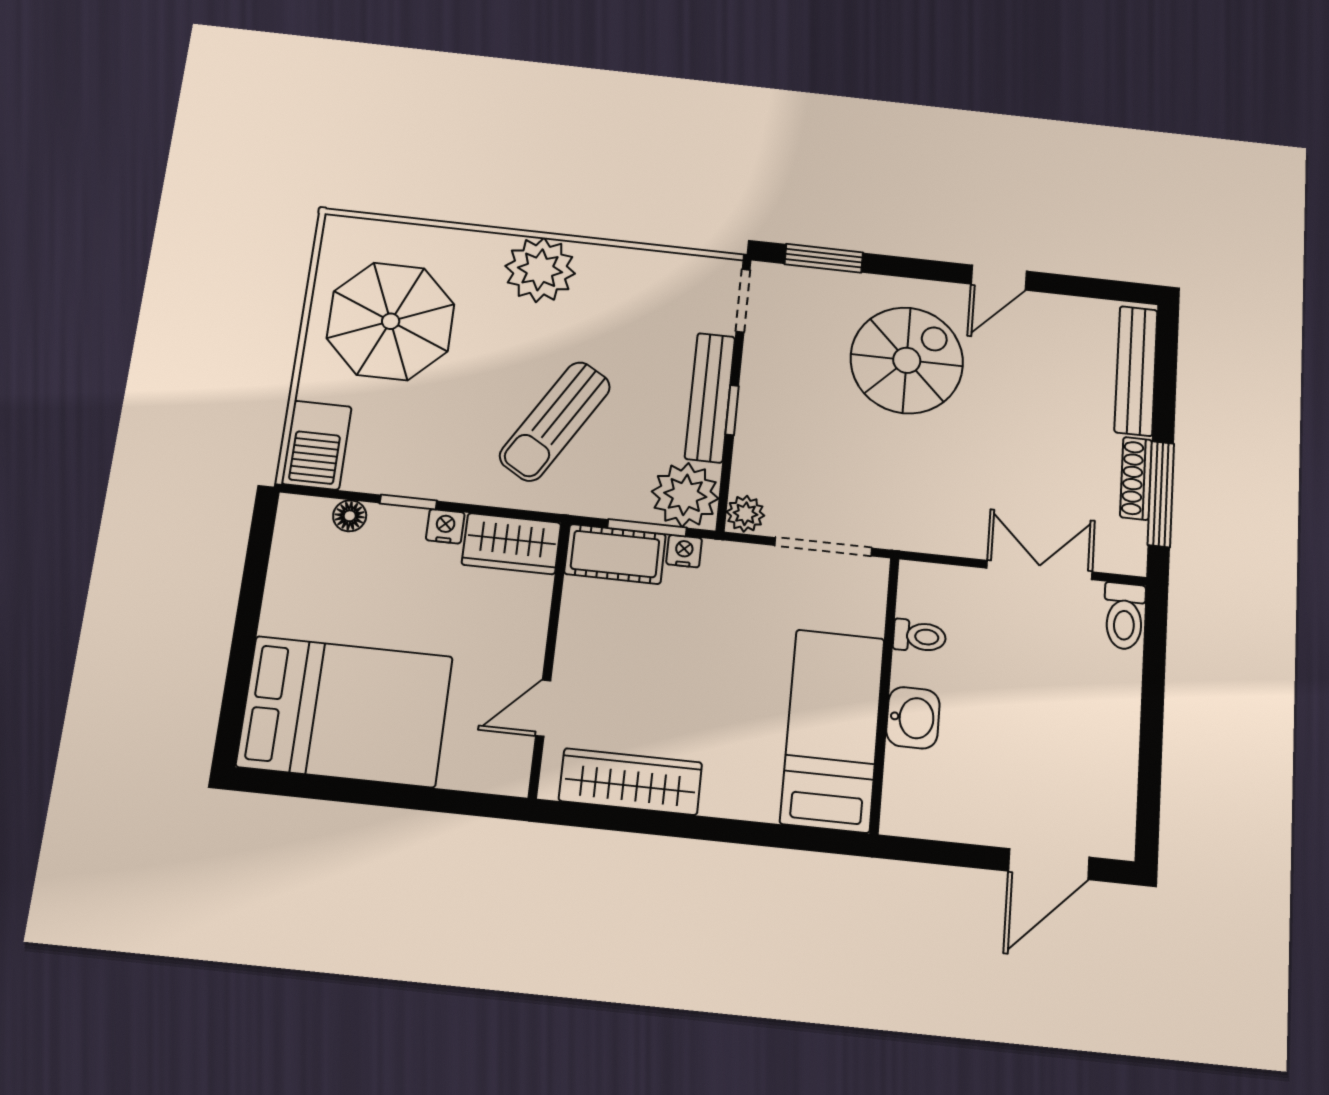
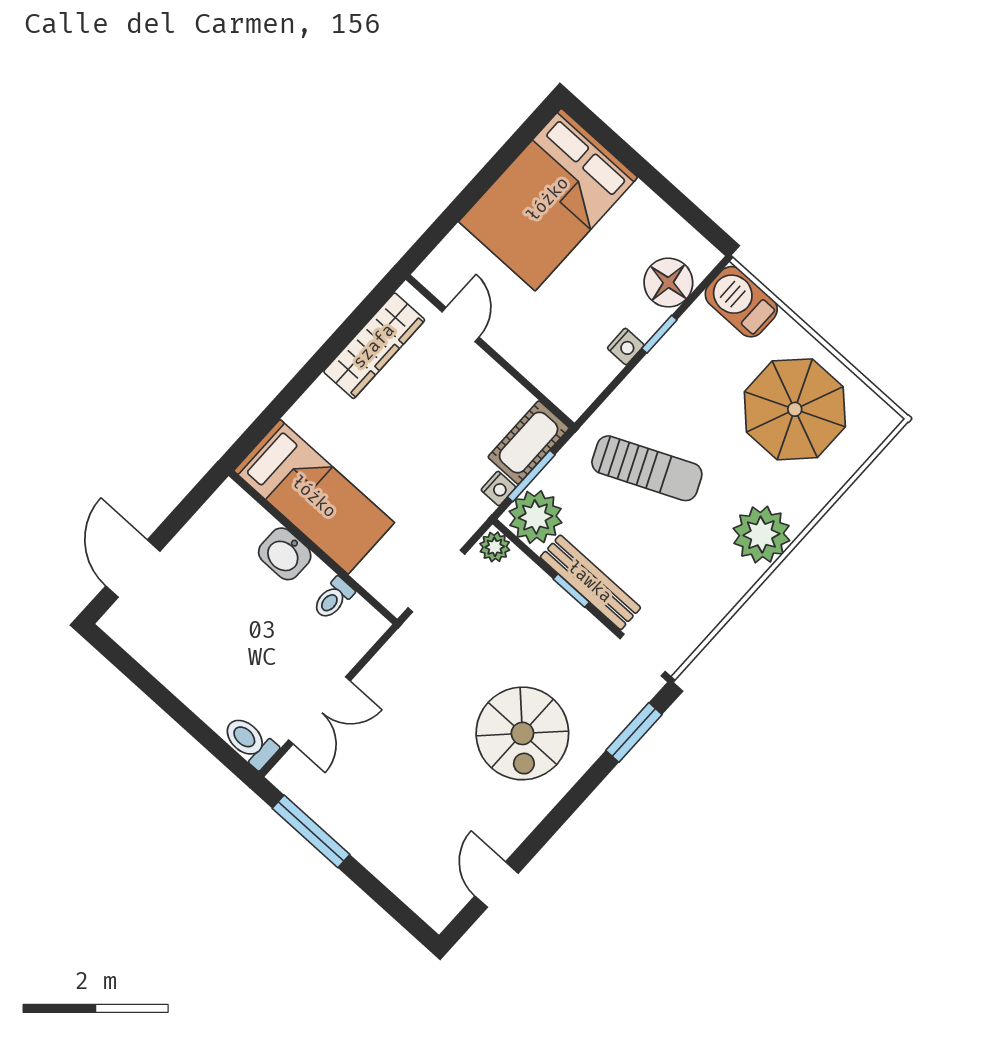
door: (999, 278) -> (496, 885), moved
bench: (1136, 371) -> (405, 883), removed
sun lounger: (555, 421) -> (647, 468), turned 125
shoe rack: (1136, 478) -> (333, 823), removed
floor lamp: (350, 516) -> (668, 283), width x1.89, depth x1.89
wardrobe: (511, 544) -> (583, 381), removed

